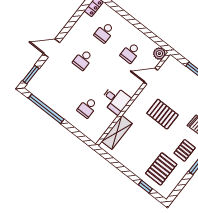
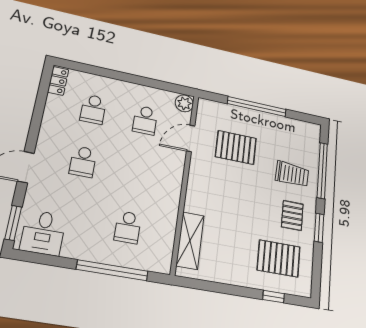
desk: (115, 100) -> (43, 233), moved, turned 90
window: (46, 109) -> (112, 270), moved
pallet: (162, 114) -> (236, 147), moved
pallet: (161, 169) -> (279, 258), turned 90

